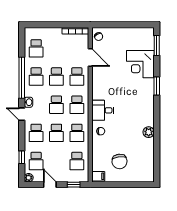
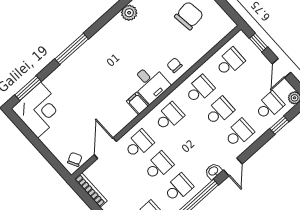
corner desk: (140, 64) -> (39, 110), moved
window: (157, 86) -> (72, 49), width x1.44
school desk: (56, 105) -> (189, 139), removed
filing cabinet: (98, 176) -> (138, 103), moved

